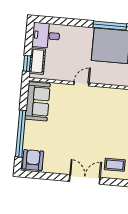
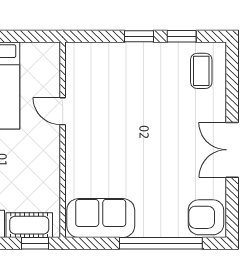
door: (81, 84) -> (63, 111), moved
double door: (85, 179) -> (232, 150), moved

